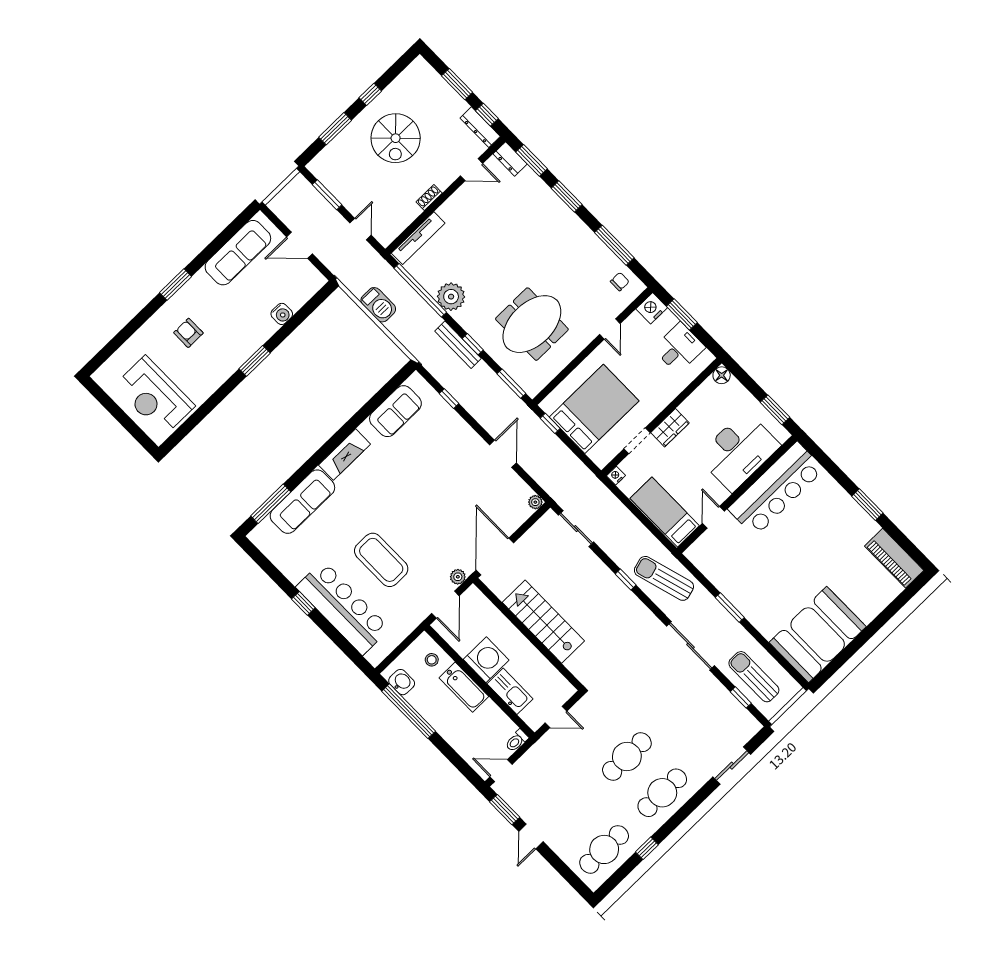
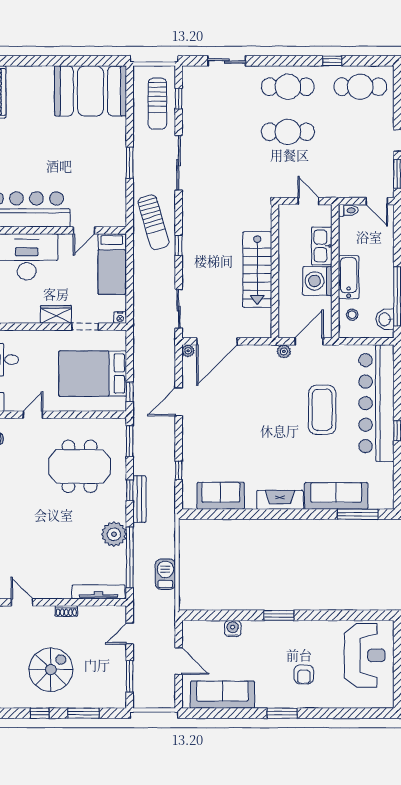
door: (495, 556) -> (217, 341), moved
bar counter: (343, 608) -> (376, 403), width x1.36

